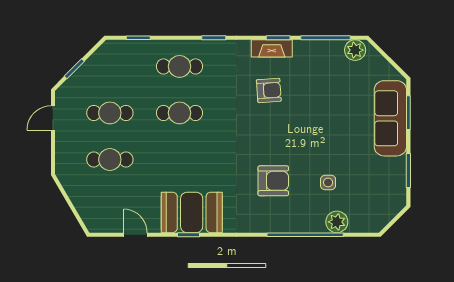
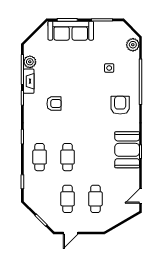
fireplace: (272, 48) -> (29, 81), moved
plant: (355, 50) -> (30, 62), moved
armchair: (269, 90) -> (54, 104), turned 94
door: (53, 118) -> (71, 233), hinge flipped
armchair: (273, 181) -> (120, 105), moved
plant: (337, 222) -> (133, 45), moved
door: (135, 235) -> (141, 196), moved

